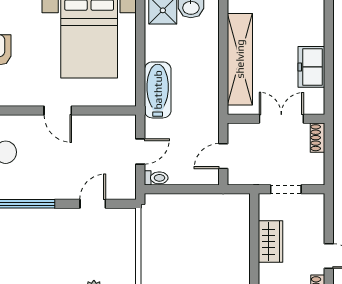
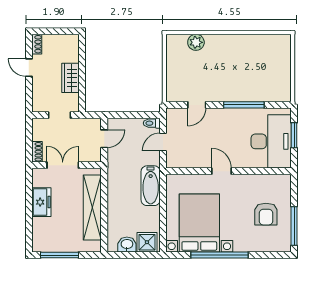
double door: (281, 119) -> (63, 165), swing flipped

